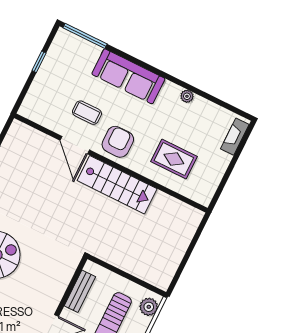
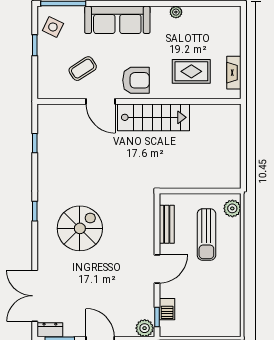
side table: (65, 53) -> (53, 27), added
coffee table: (87, 113) -> (83, 69), moved, turned -33
fireplace: (235, 137) -> (234, 73), moved
armchair: (118, 142) -> (136, 80), turned 90

